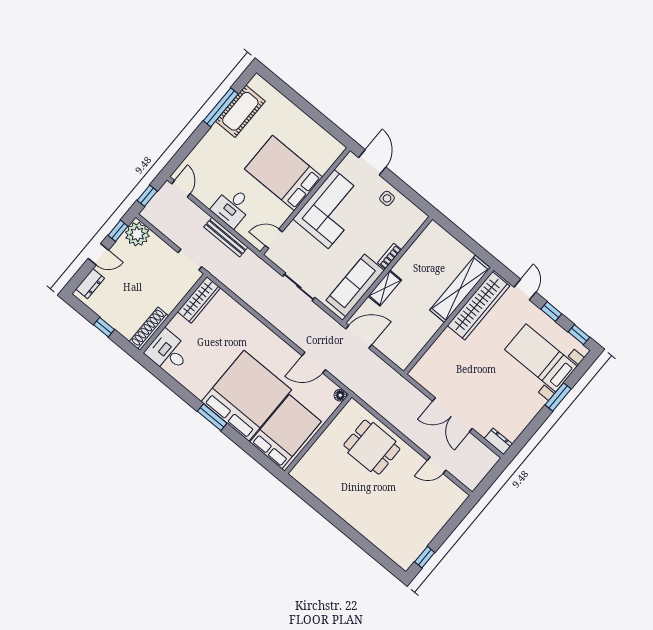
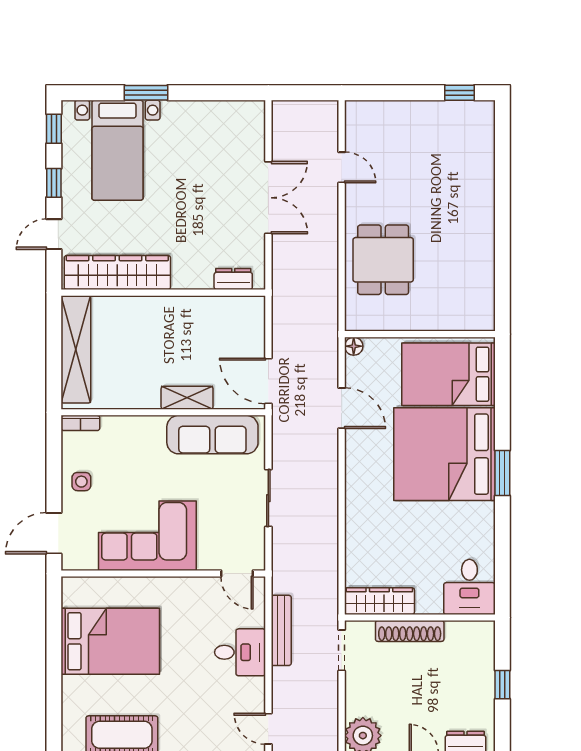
bed: (283, 173) -> (110, 641), moved, turned -90
door: (181, 189) -> (268, 729), hinge flipped
bookcase: (390, 256) -> (80, 423), moved
shelving: (460, 289) -> (76, 349), moved, turned 90
shoe rack: (149, 329) -> (410, 631), moved
dresser: (498, 441) -> (233, 279), moved, turned 90

